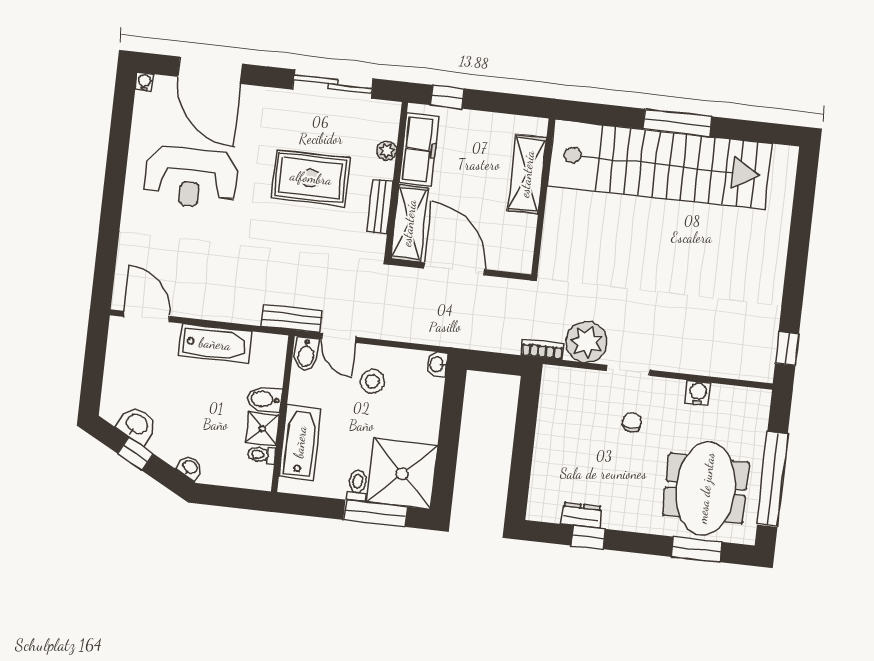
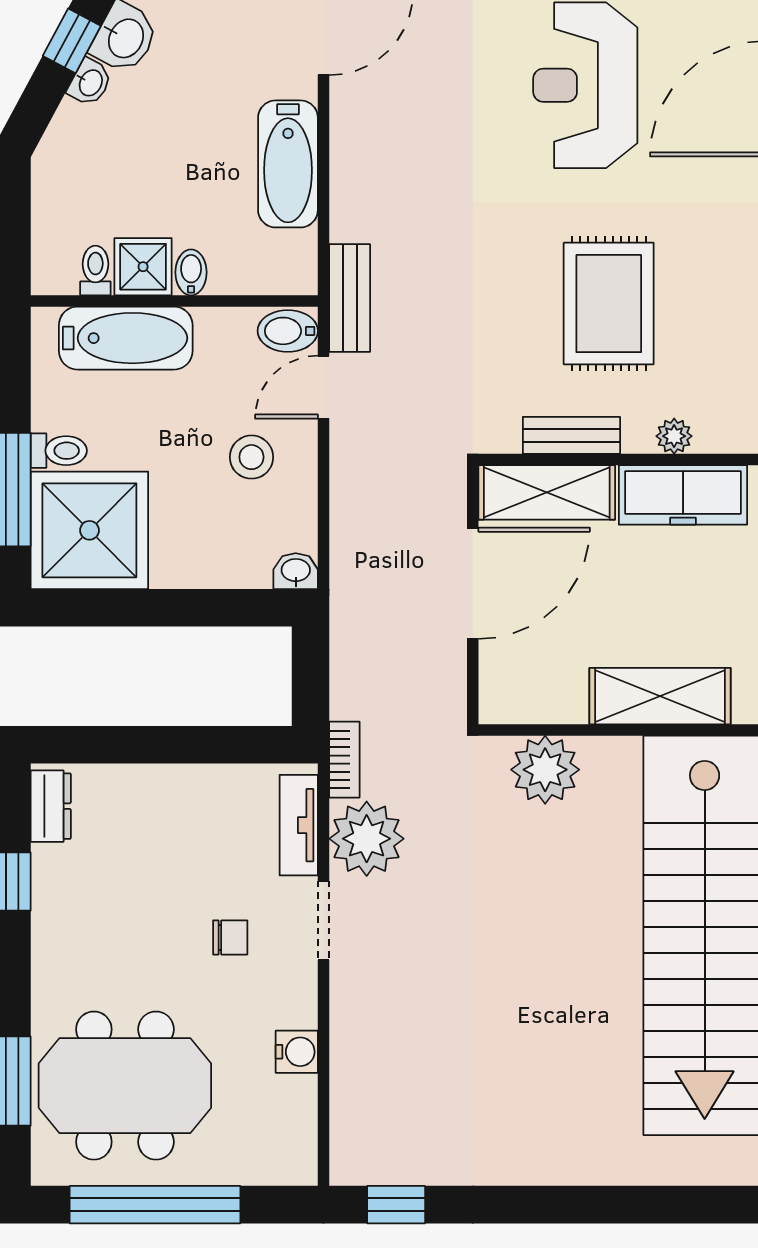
plant: (560, 241) -> (545, 770), added
tv unit: (575, 378) -> (299, 825), added
bidet: (264, 399) -> (191, 272), width x0.72, depth x0.74
washbasin: (190, 467) -> (90, 82), moved
dresser: (582, 515) -> (51, 806), moved

